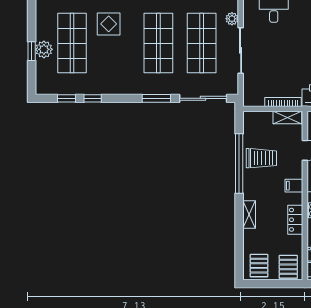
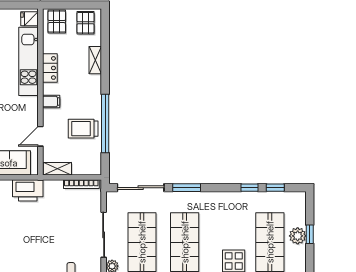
bookcase: (283, 102) -> (81, 184), moved
shelving: (249, 215) -> (95, 60), moved

